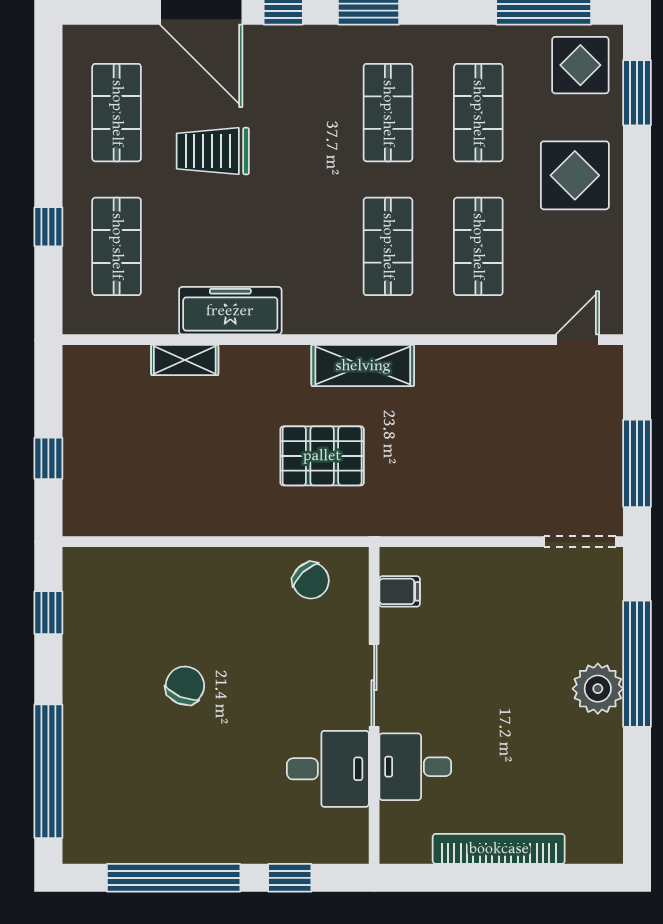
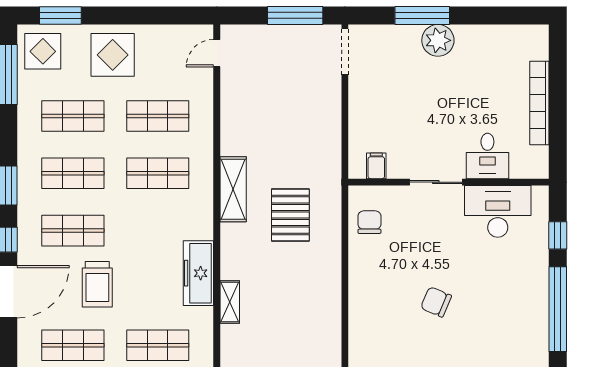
shop shelf: (297, 113) -> (73, 231), added
door: (577, 340) -> (217, 53), hinge flipped
chair: (311, 581) -> (369, 222), turned -47
window: (637, 664) -> (422, 15), width x0.68
desk: (328, 769) -> (498, 211), width x1.37

